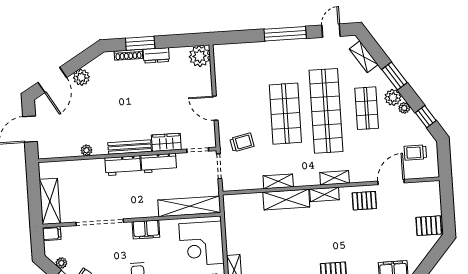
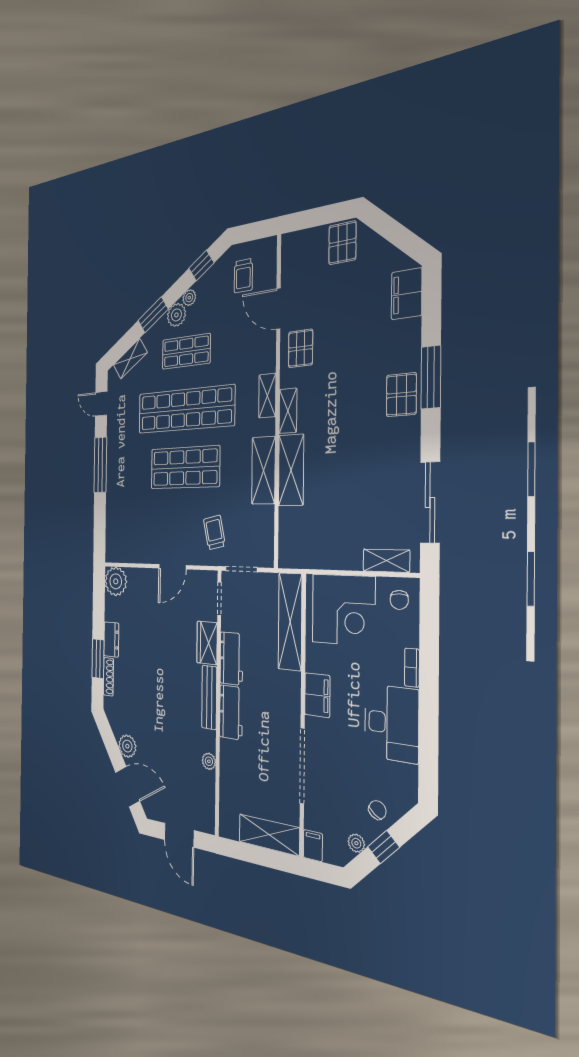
shelving: (278, 181) -> (263, 470), width x1.50, depth x1.33

